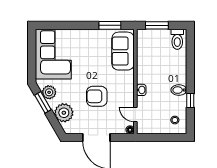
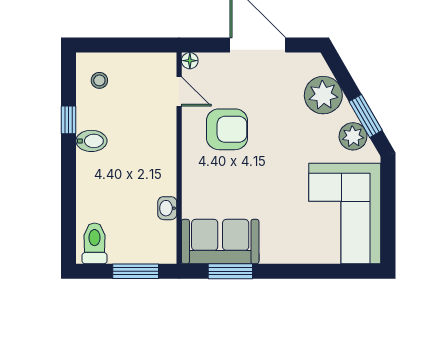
sofa: (123, 51) -> (220, 242), moved, turned -90
washbasin: (141, 90) -> (167, 208), moved
armchair: (97, 96) -> (227, 129), moved

